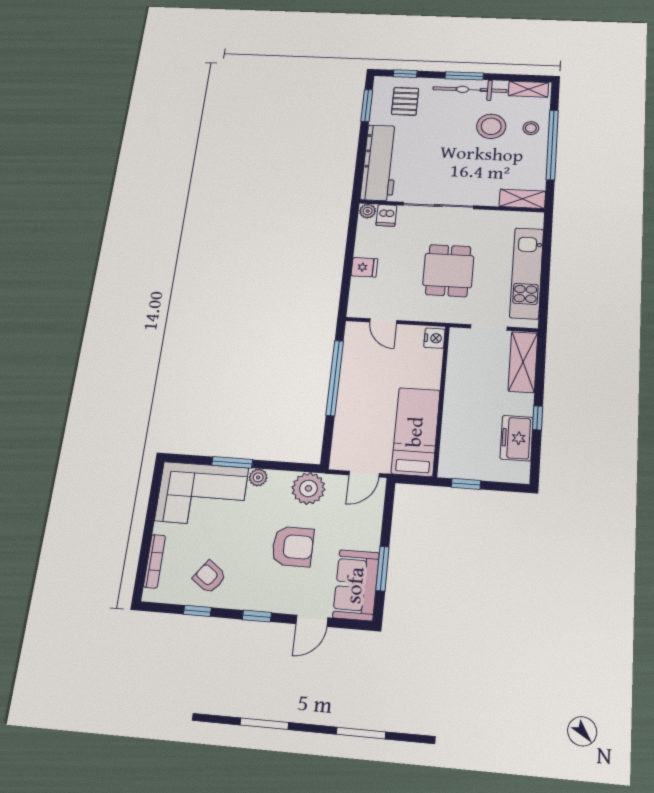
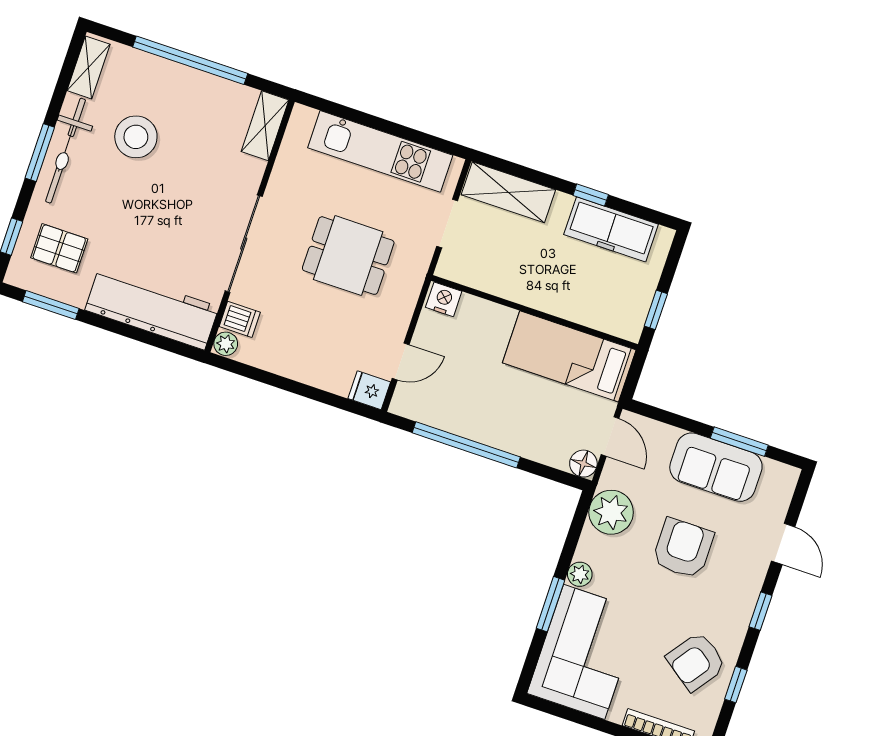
stool: (531, 128) -> (155, 82), removed
fridge: (364, 267) -> (369, 390), moved, turned -90
freezer: (517, 438) -> (611, 229), width x1.40
floor lamp: (340, 460) -> (583, 464), added
armchair: (209, 577) -> (696, 662), width x1.38, depth x1.38
sofa: (356, 585) -> (716, 467), moved

